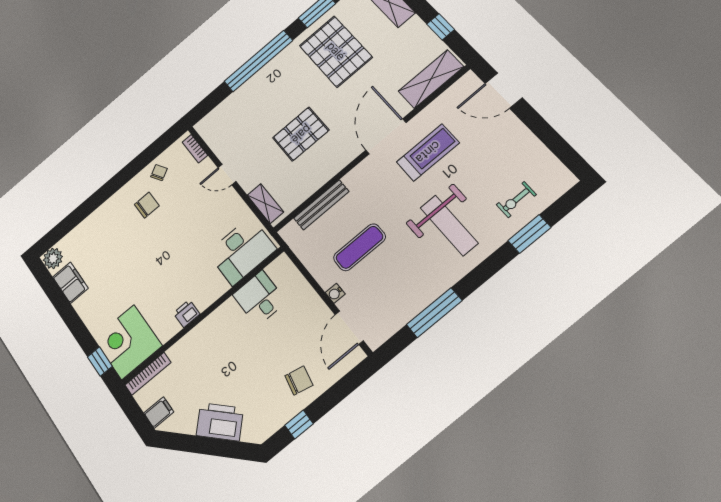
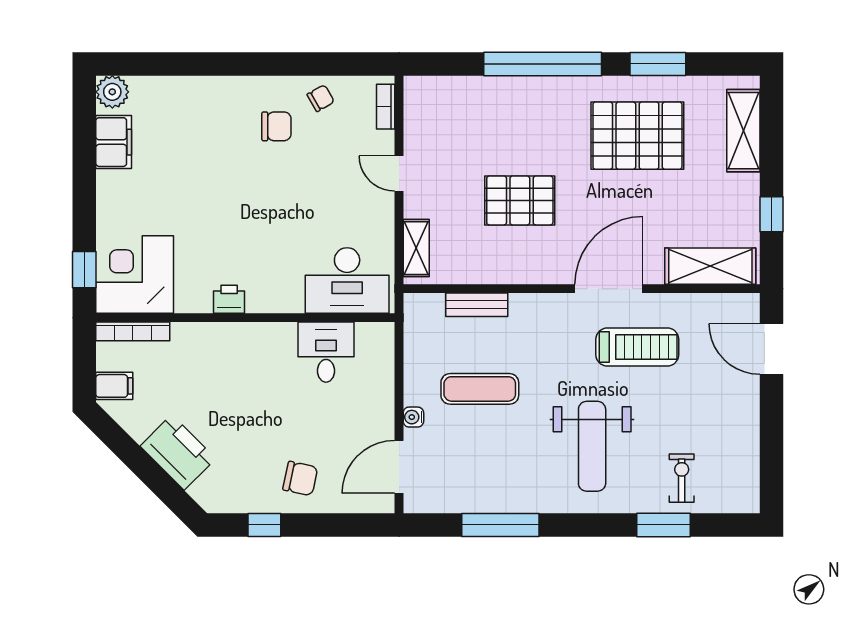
pallet: (336, 51) -> (637, 136), turned 90
exercise bike: (516, 200) -> (682, 478), turned 90
bench: (321, 205) -> (477, 305), width x0.73

